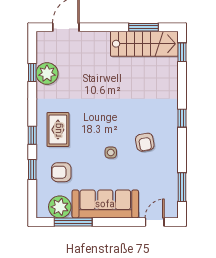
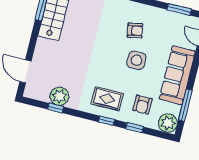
side table: (111, 153) -> (137, 60), width x1.87, depth x1.87
plant: (60, 207) -> (168, 123), moved

